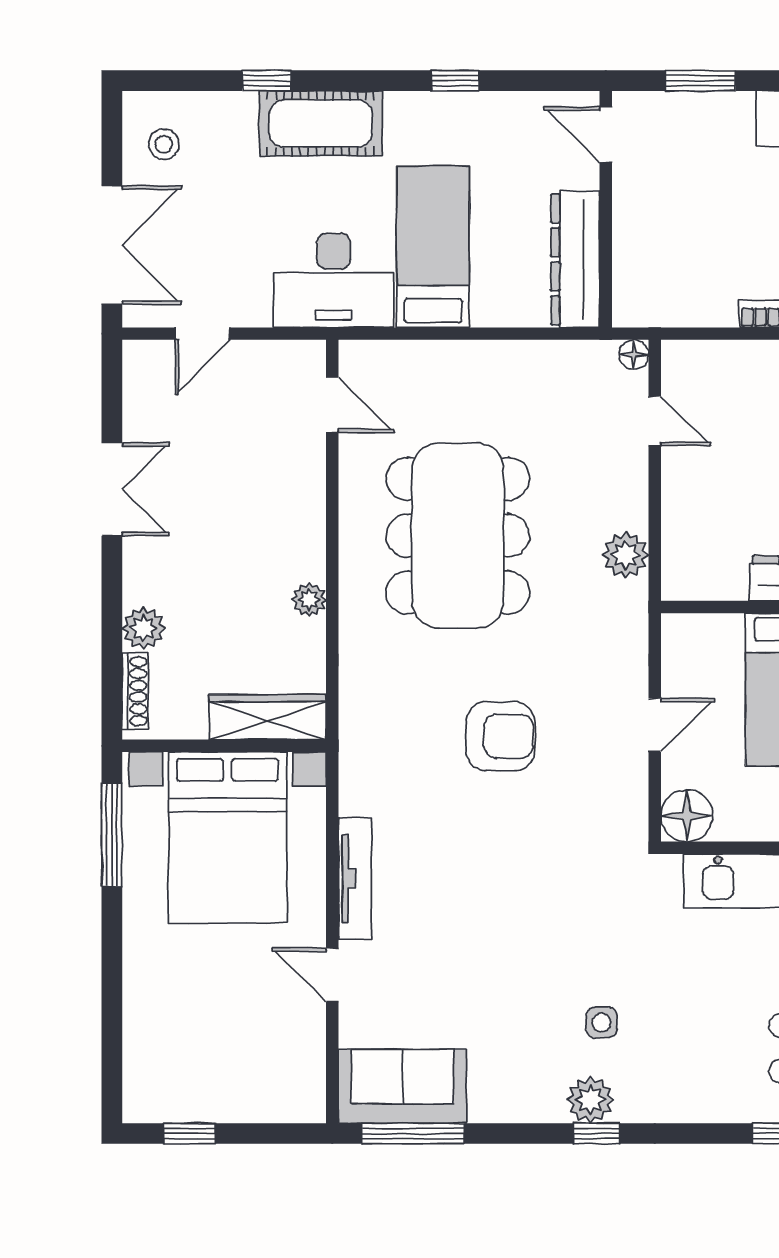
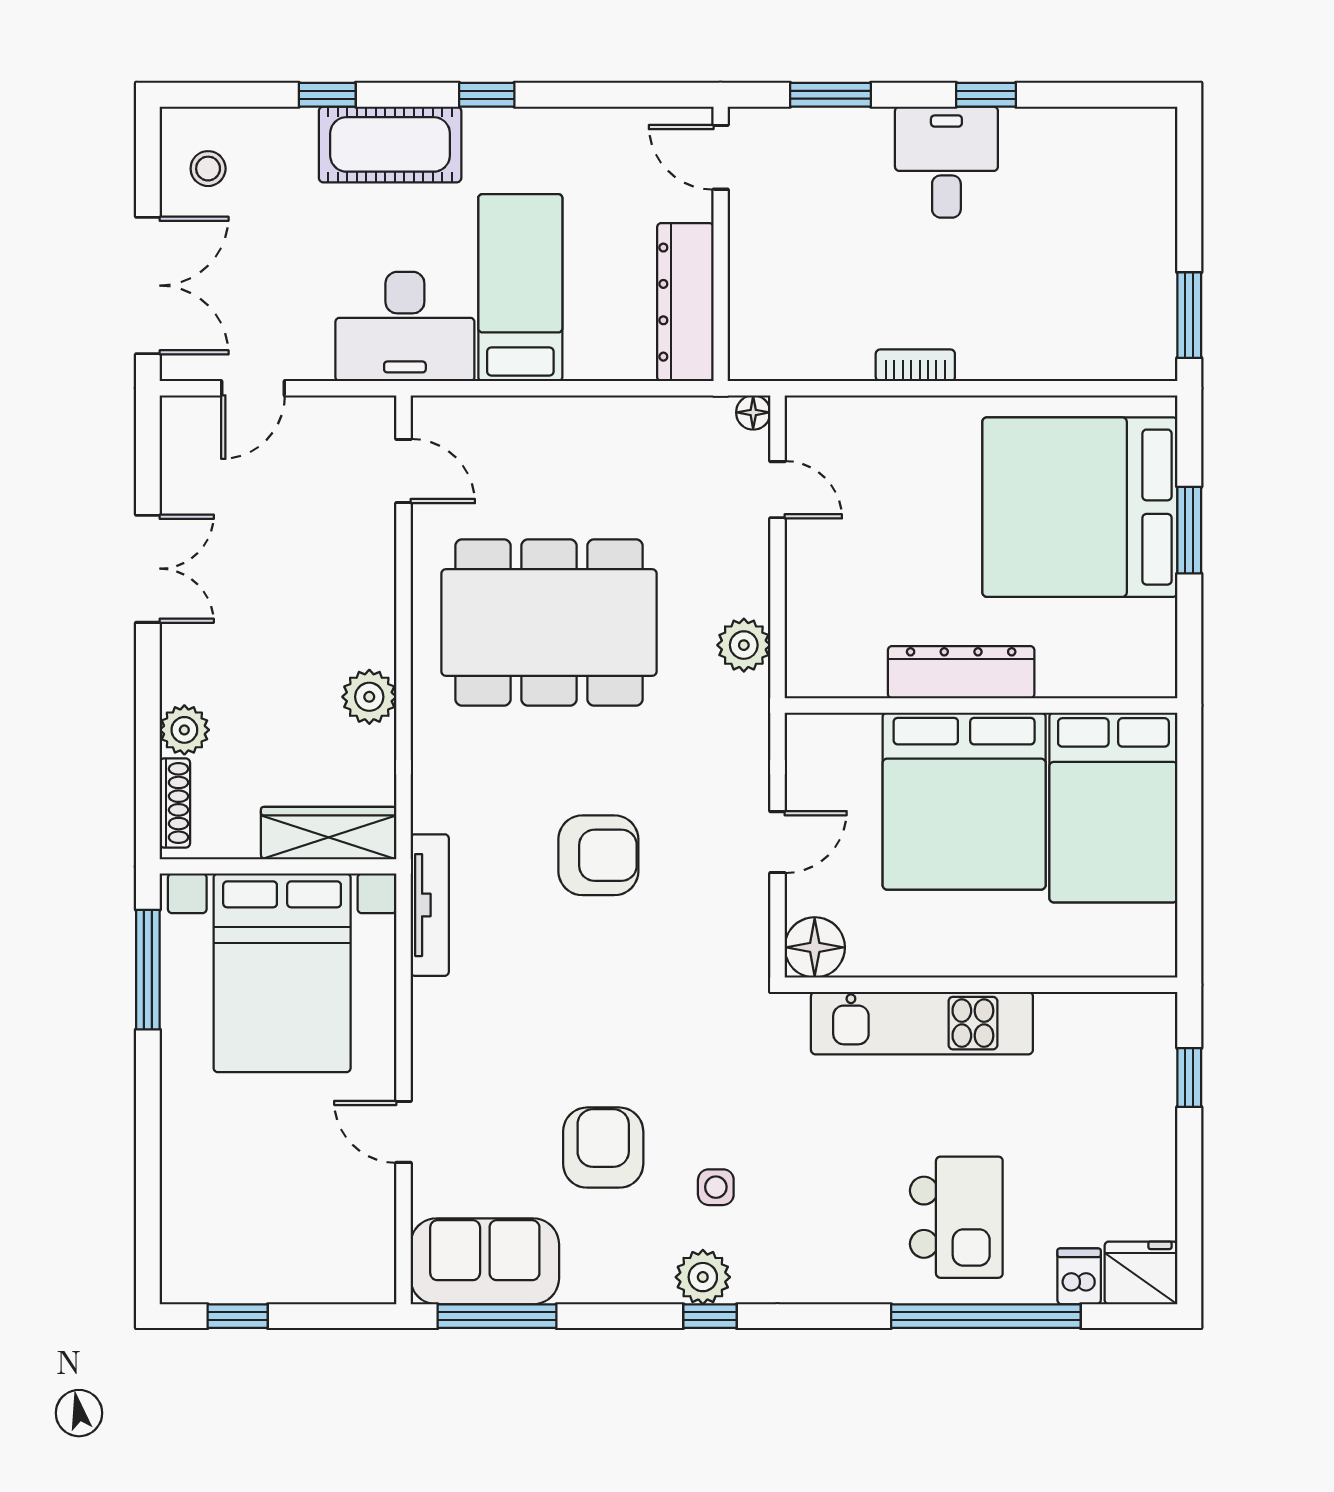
window: (455, 81) -> (487, 95), moved
dining table: (458, 536) -> (549, 623), turned 90
plant: (309, 600) -> (369, 697), width x1.38, depth x1.38
tv unit: (355, 878) -> (430, 905), moved
armchair: (504, 988) -> (603, 1148), added

